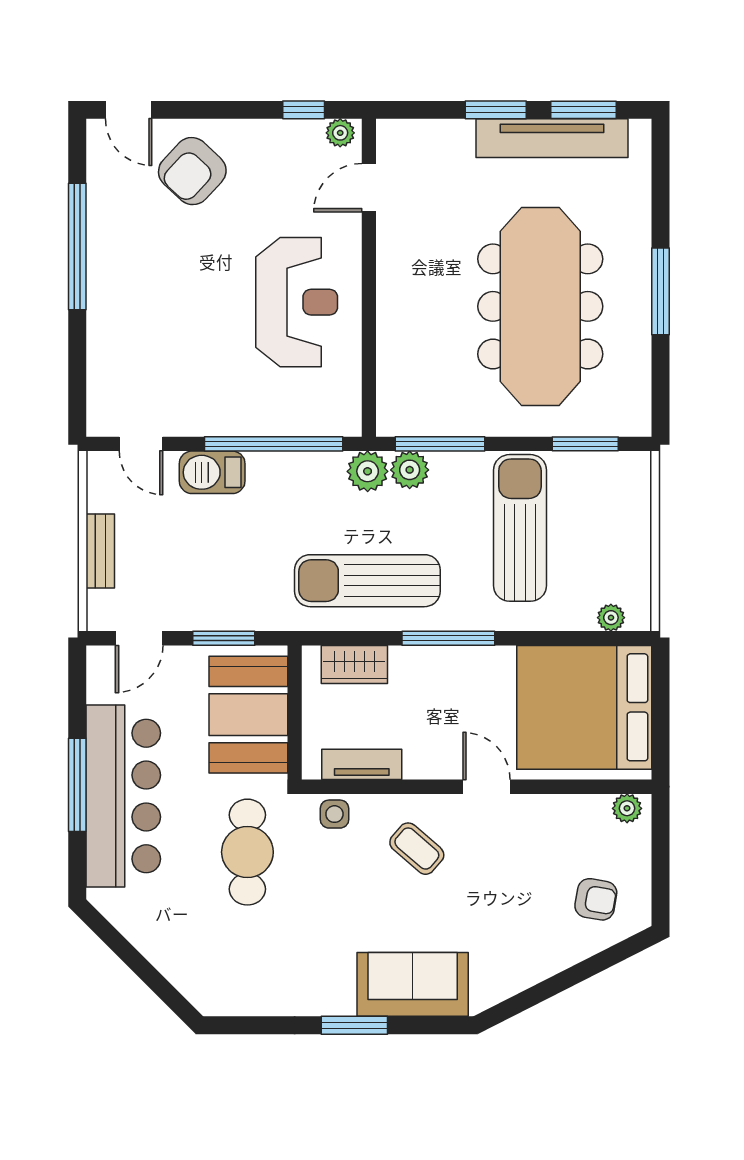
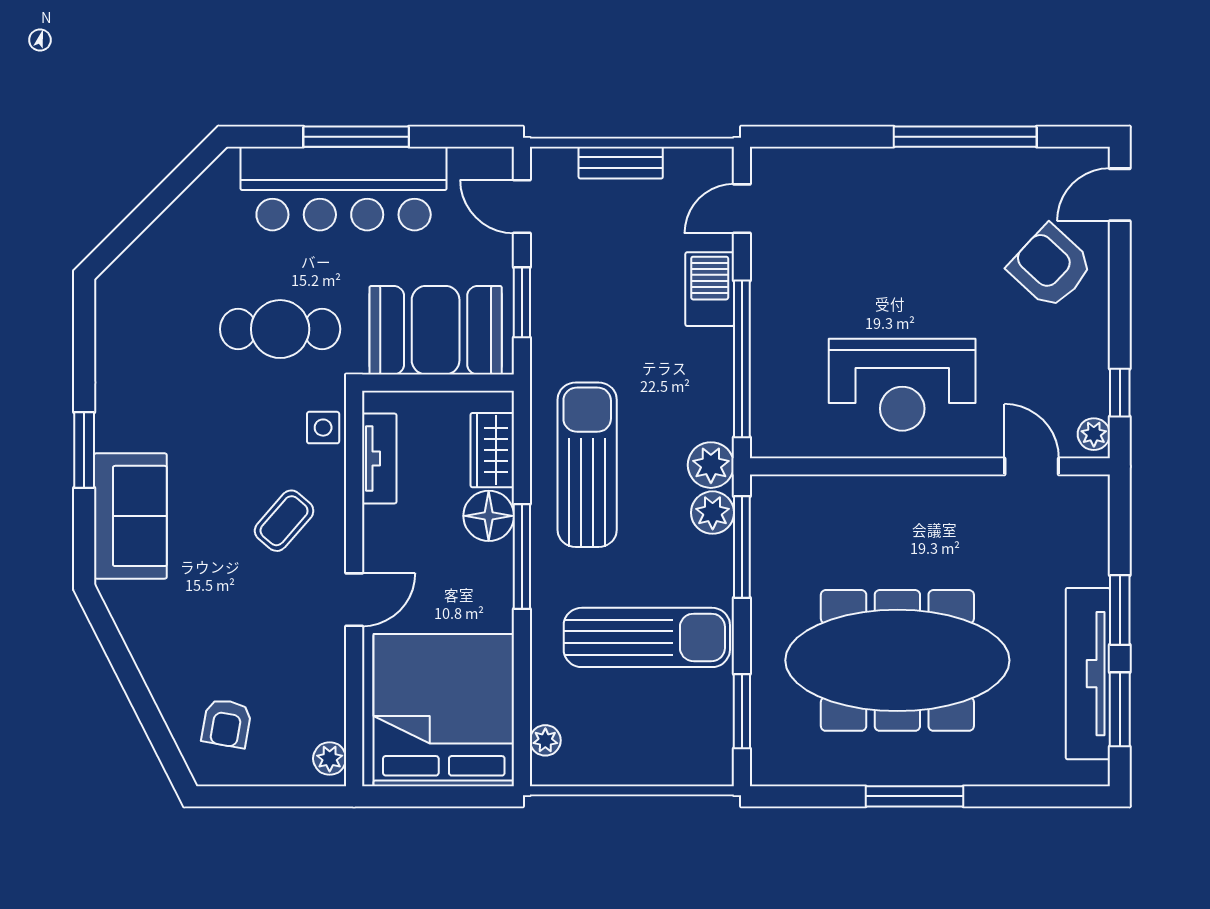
floor lamp: (413, 668) -> (489, 516), added

